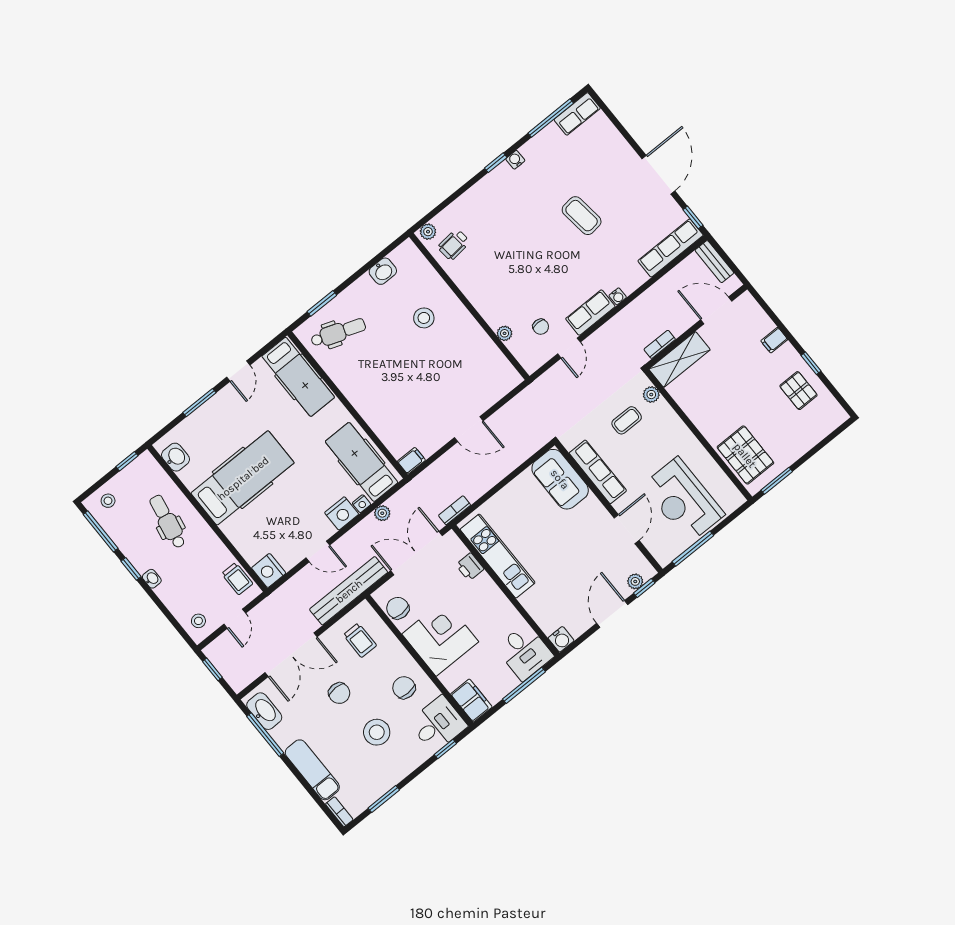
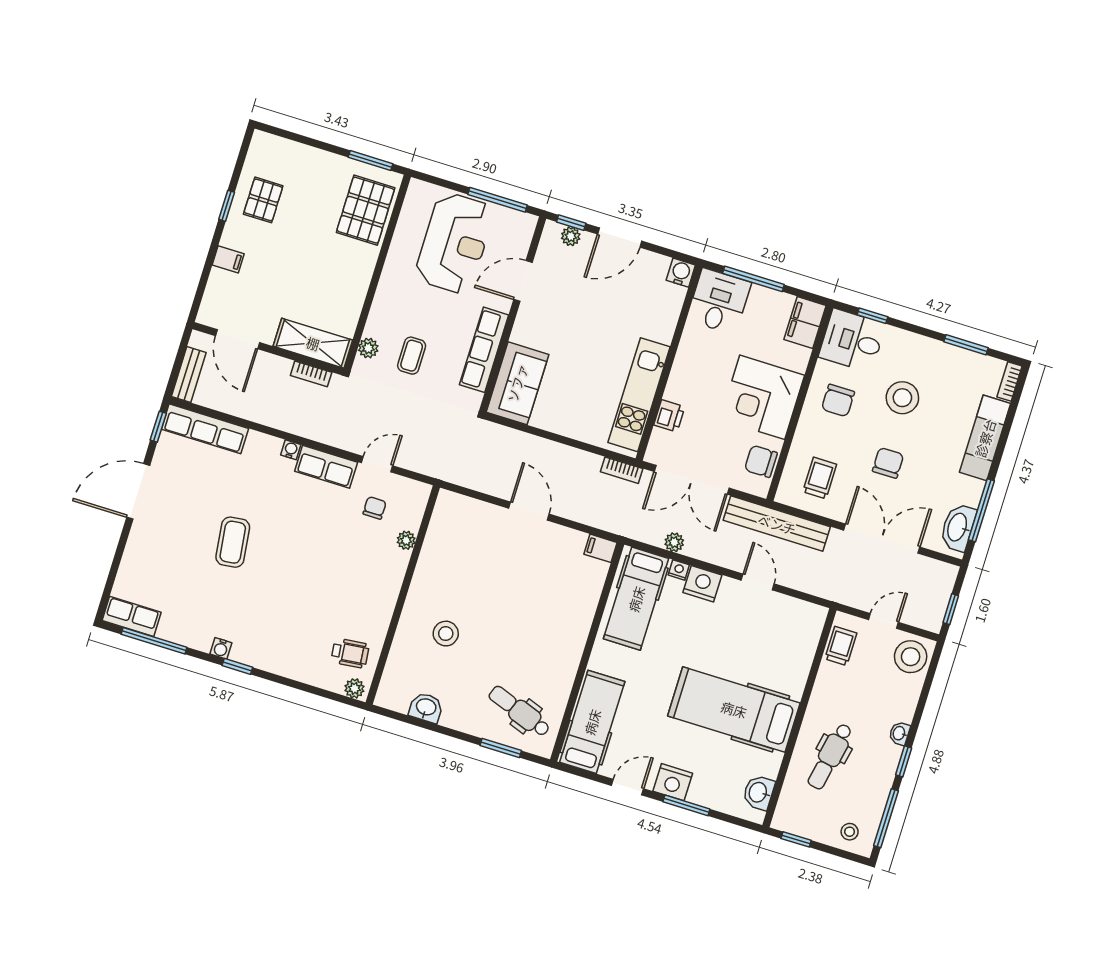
coffee table: (627, 420) -> (412, 356), turned 90
nightstand: (269, 571) -> (673, 782), moved, turned 90
chair: (398, 608) -> (761, 461), turned 90
stool: (198, 621) -> (911, 657), width x1.89, depth x1.89

